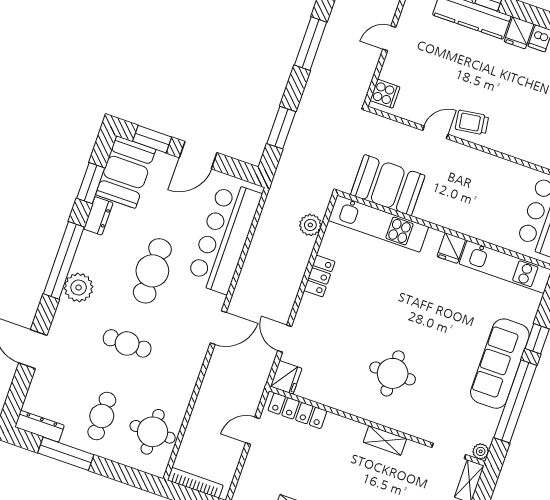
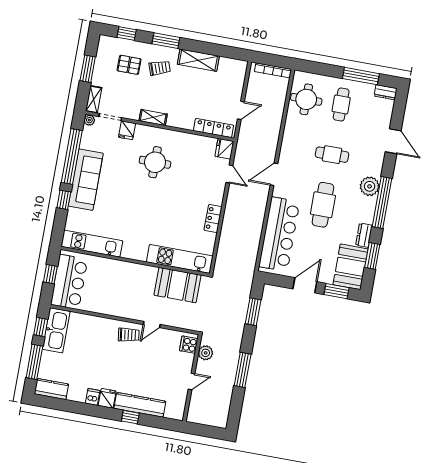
plant: (310, 225) -> (206, 353), moved
fridge: (451, 248) -> (127, 130), moved, turned 180
dresser: (39, 426) -> (386, 92), width x0.70

